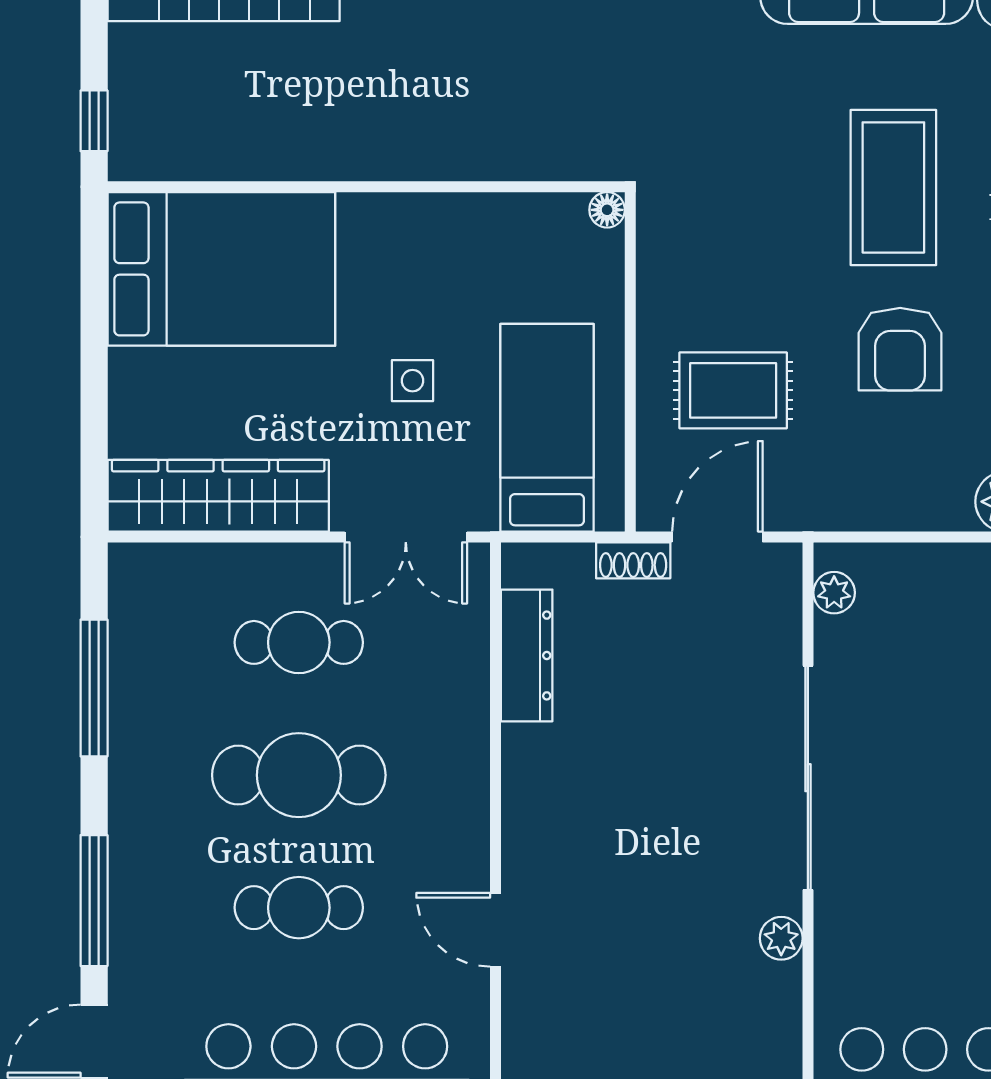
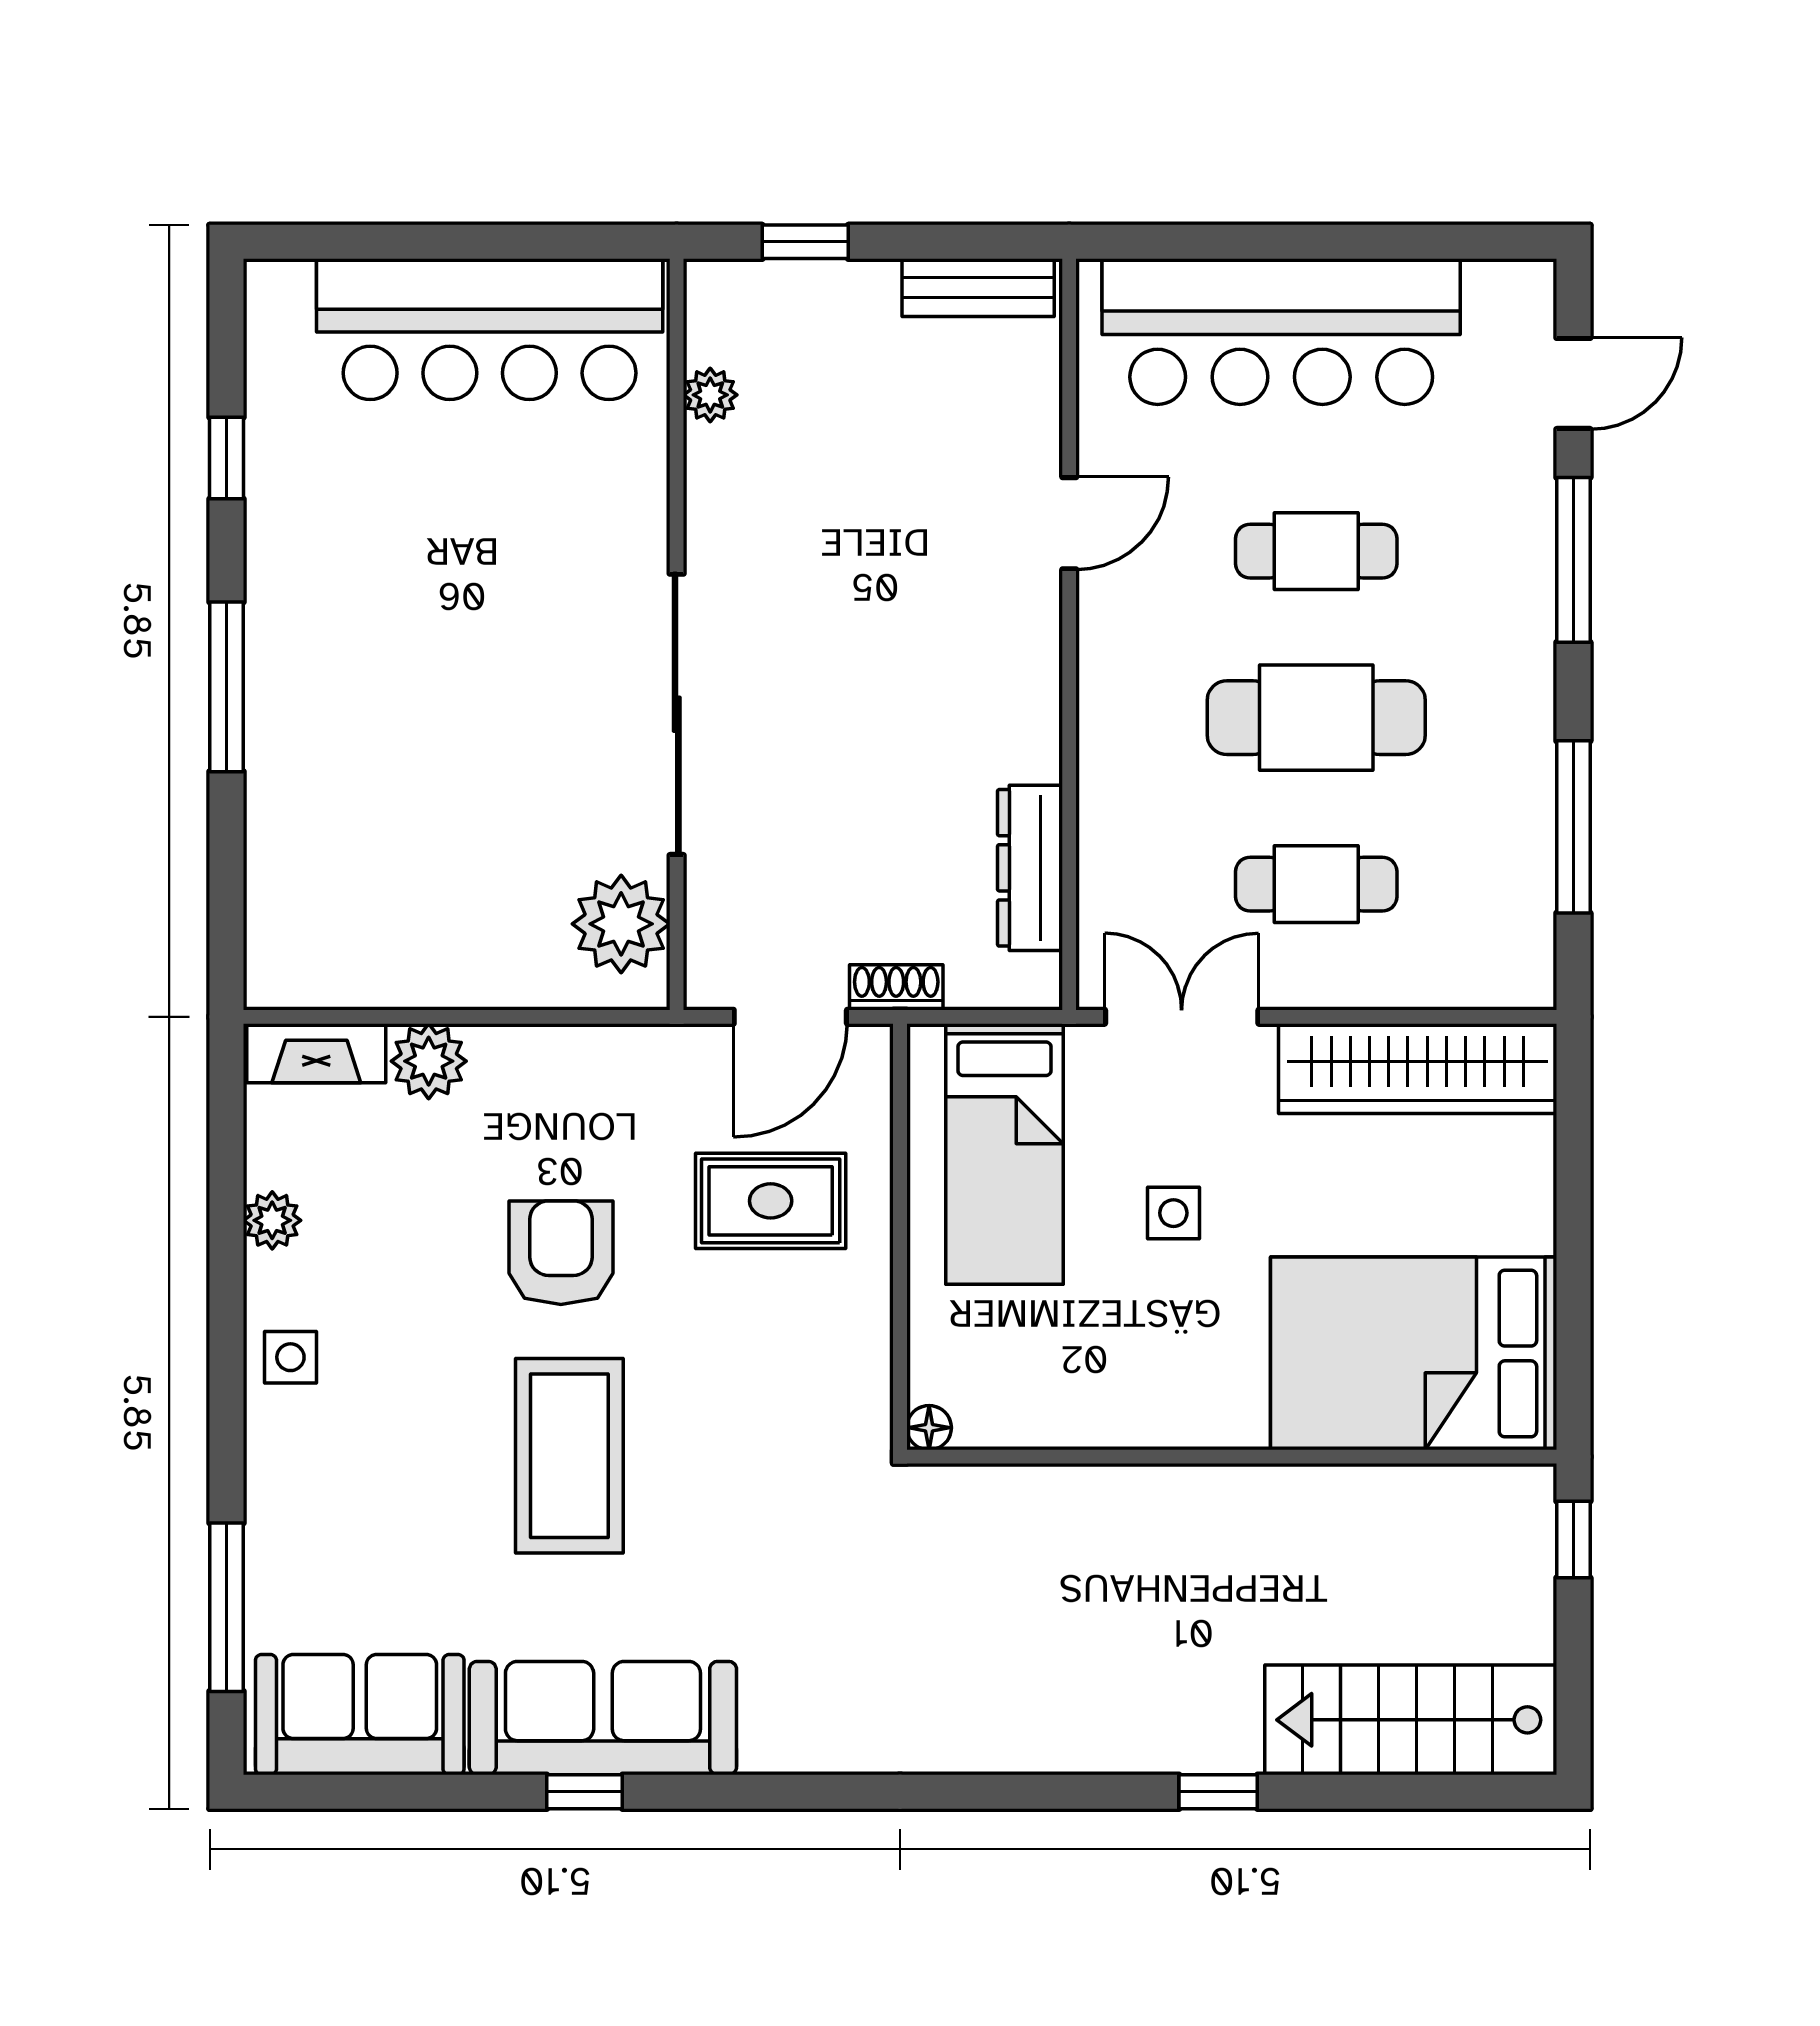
plant: (834, 593) -> (621, 924), width x1.88, depth x1.88
door: (495, 930) -> (1069, 523), hinge flipped
plant: (781, 938) -> (710, 395), moved

